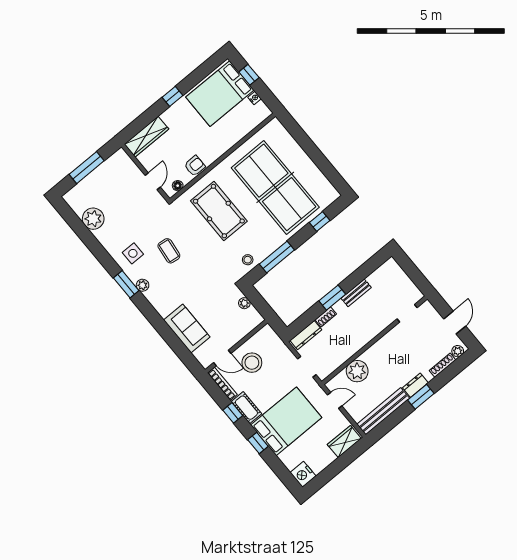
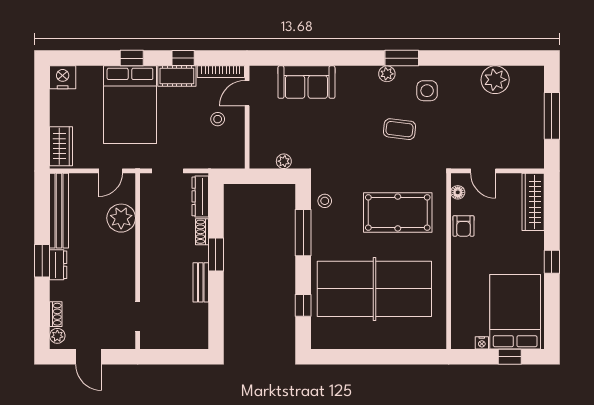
stool: (252, 363) -> (218, 119), width x0.53, depth x0.53
shoe rack: (443, 365) -> (56, 314), width x0.70

